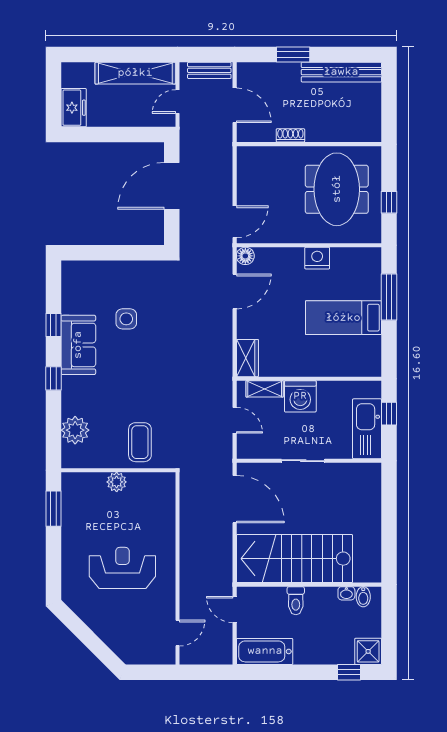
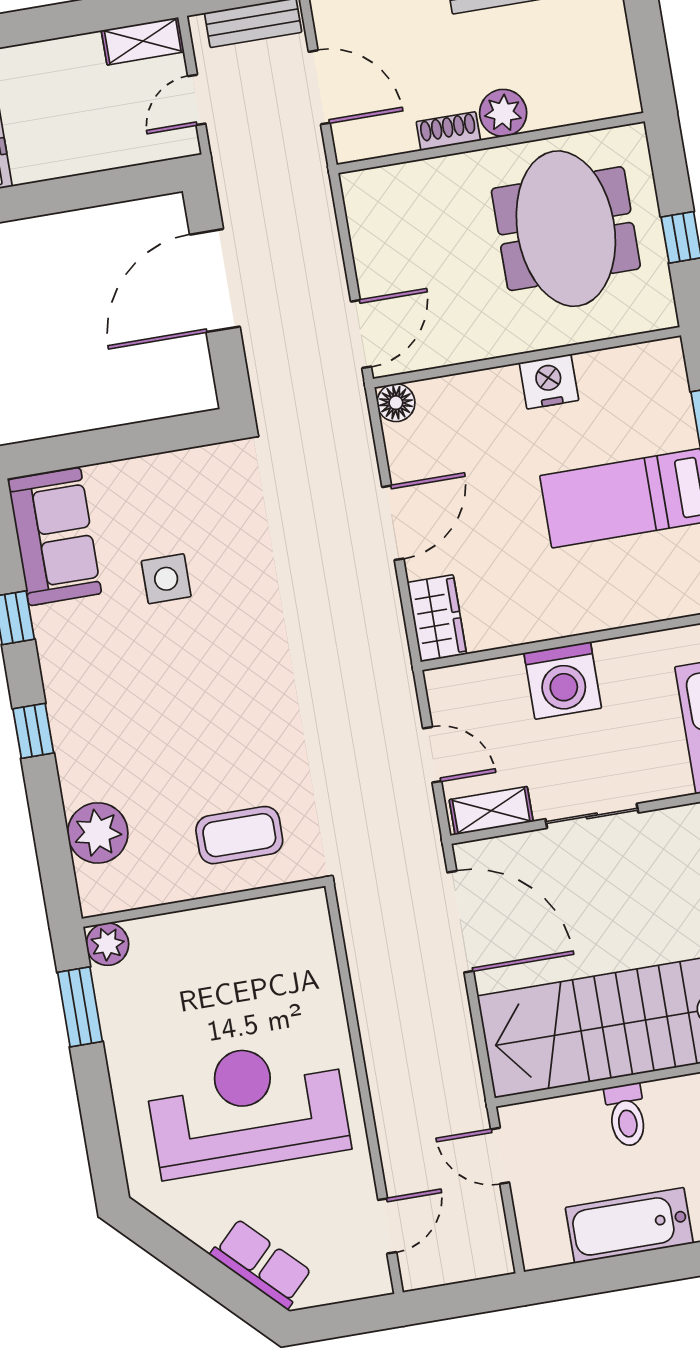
shelving: (135, 73) -> (143, 41), width x0.45, depth x0.75
plant: (317, 131) -> (503, 113), added
door: (235, 291) -> (393, 523), moved
sofa: (78, 345) -> (55, 537), moved
shelving: (265, 389) -> (491, 811), moved
coffee table: (140, 442) -> (239, 835), turned 90
plant: (117, 482) -> (107, 944), moved
reception desk: (122, 568) -> (247, 1108), width x1.36, depth x1.30
row of seats: (117, 641) -> (262, 1264), added
bathtub: (265, 651) -> (629, 1225), moved

